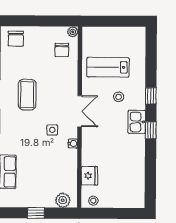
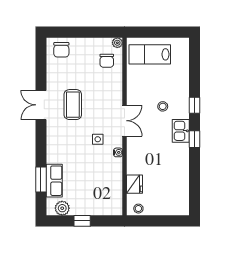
lab bench: (108, 67) -> (150, 54), moved
plant: (63, 200) -> (62, 208), moved

